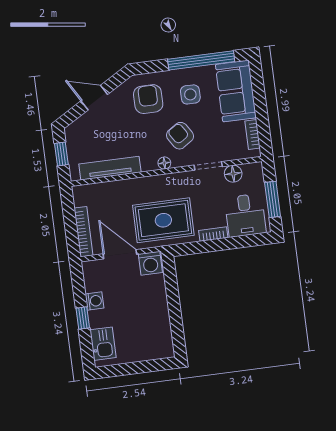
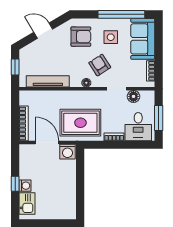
armchair: (148, 99) -> (81, 37), turned 90
washing machine: (94, 301) -> (25, 186), moved

